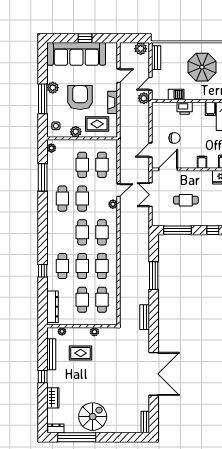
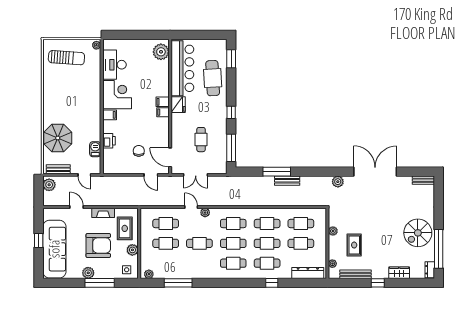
parasol: (202, 67) -> (58, 138), moved
armchair: (80, 98) -> (98, 245), turned 180
plant: (144, 98) -> (338, 182), moved
filing cabinet: (202, 162) -> (163, 112), moved
cafe table: (62, 199) -> (233, 263), moved
bench: (145, 317) -> (287, 181), moved
spiral stairs: (93, 417) -> (418, 233), turned -90

